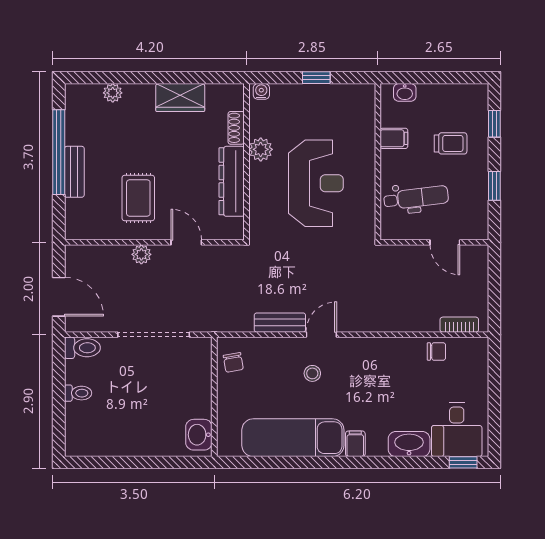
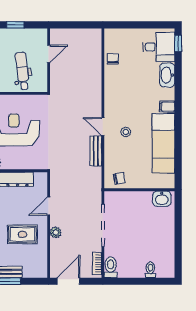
door: (59, 297) -> (68, 281), moved
bookcase: (459, 325) -> (97, 264), moved
toilet: (78, 393) -> (150, 270), moved

